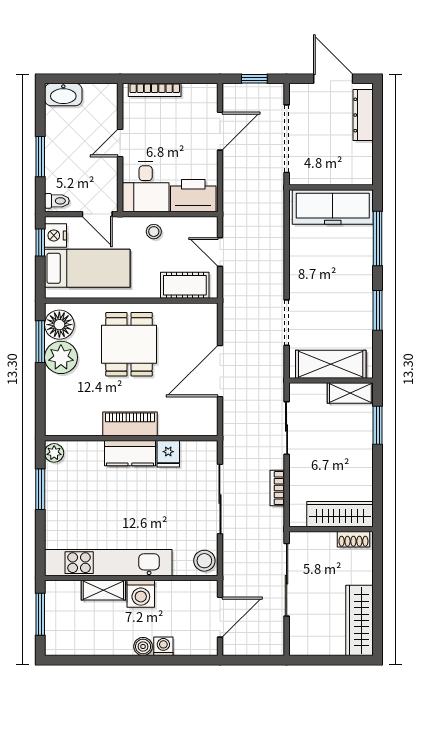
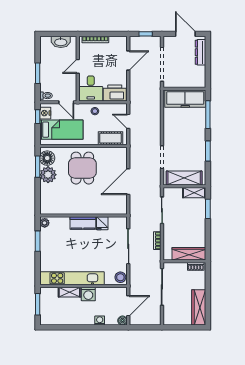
washbasin: (63, 95) -> (61, 42), moved
piano: (130, 424) -> (83, 208), removed
boiler: (143, 646) -> (123, 321), moved

